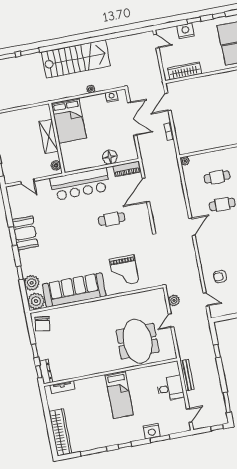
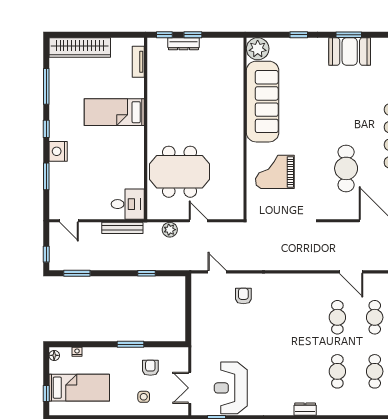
cafe table: (112, 219) -> (346, 168), width x1.37, depth x1.35
door: (192, 227) -> (351, 272), moved
plant: (32, 283) -> (283, 48), removed
door: (206, 299) -> (217, 272), swing flipped
plant: (174, 300) -> (170, 230), moved
chair: (42, 324) -> (226, 51), removed
dresser: (46, 372) -> (183, 44), moved
desk: (170, 388) -> (128, 204), moved, turned -90
bed: (119, 395) -> (114, 112), moved
nightstand: (152, 431) -> (58, 151), moved

